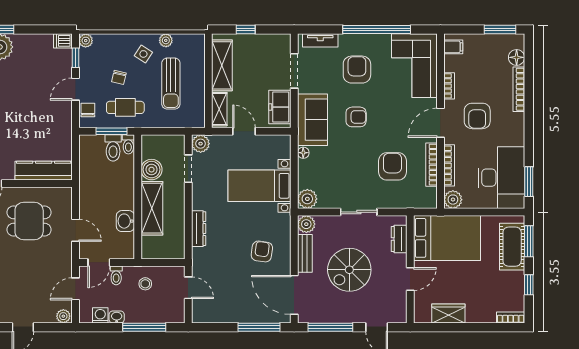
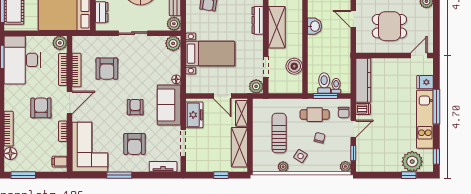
window: (377, 30) -> (119, 175), width x0.47
dishwasher: (63, 41) -> (363, 109), moved
armchair: (356, 117) -> (135, 107), turned 90
toilet: (128, 144) -> (336, 86), moved
kitchen counter: (44, 171) -> (363, 80), moved, turned -90
shelving: (152, 208) -> (277, 27), moved

